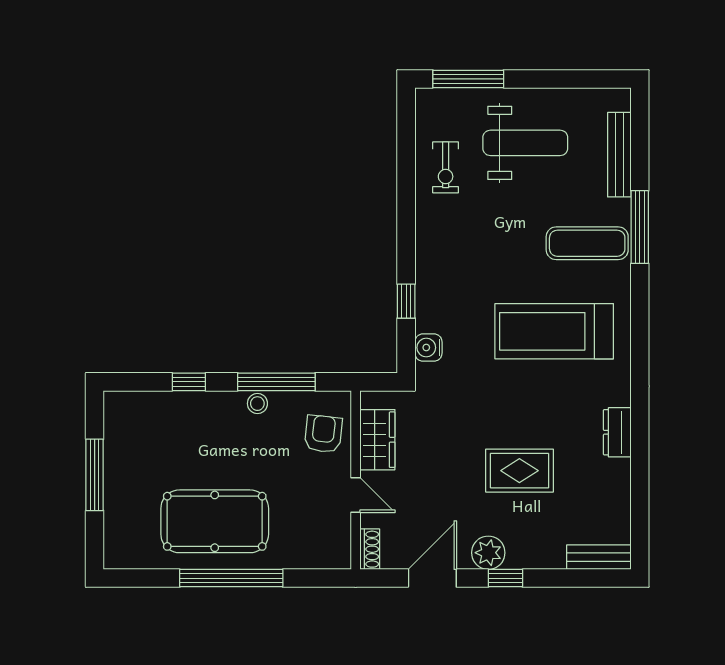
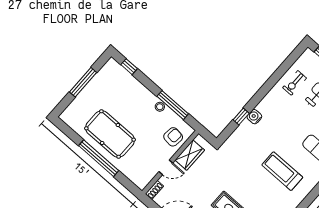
treadmill: (554, 331) -> (282, 171), width x0.73, depth x0.73
water cooler: (428, 348) -> (254, 117), moved
window: (189, 382) -> (129, 67), moved
door: (356, 495) -> (166, 167), hinge flipped

